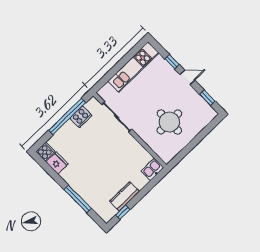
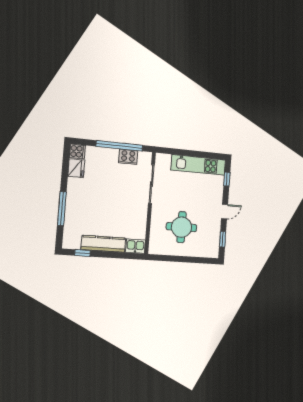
window: (172, 62) -> (227, 179), moved
door: (187, 77) -> (225, 211), hinge flipped
kitchen counter: (125, 196) -> (103, 244), width x1.50

